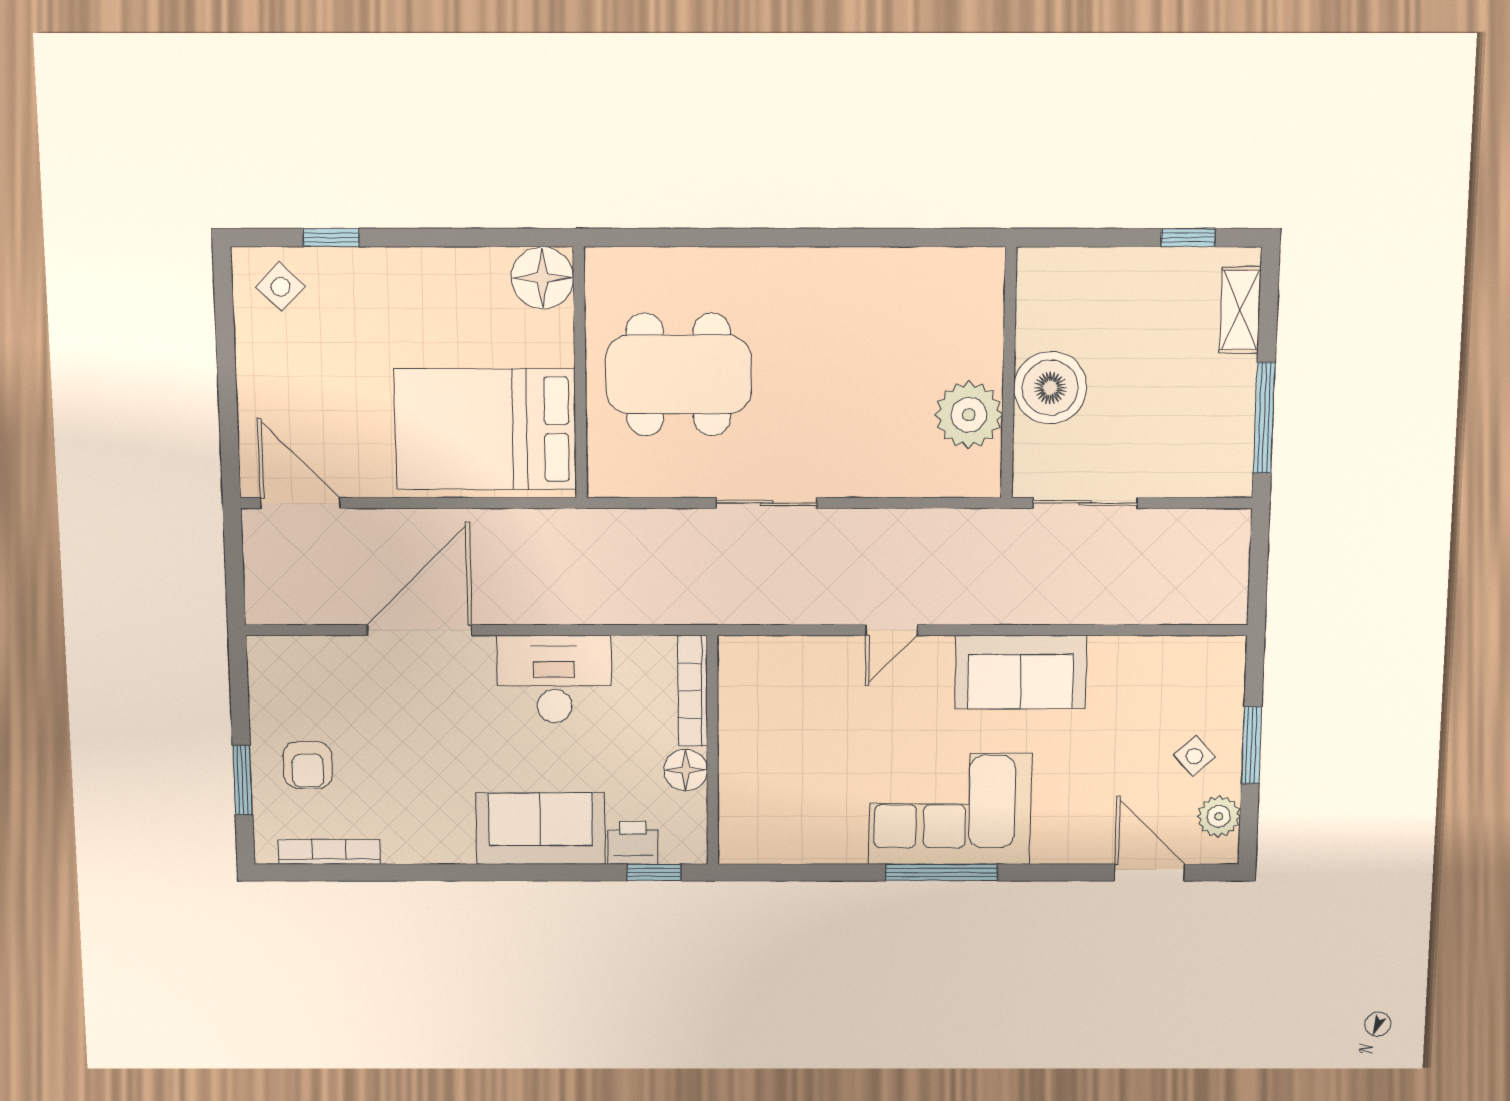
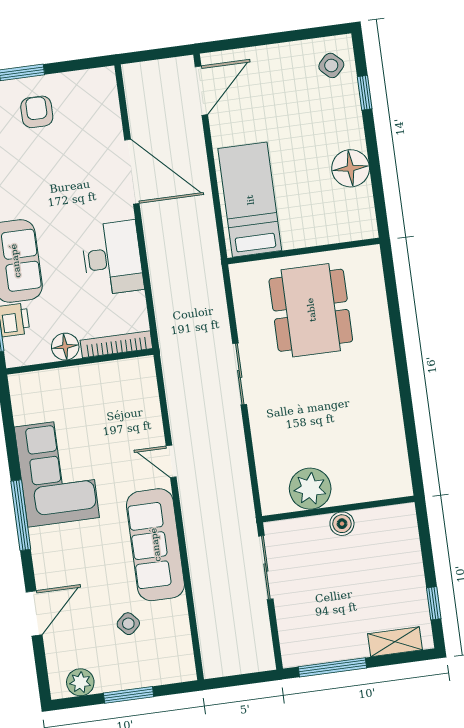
floor lamp: (542, 278) -> (351, 168), moved
boiler: (1050, 388) -> (342, 524), width x0.54, depth x0.54
bed: (485, 429) -> (250, 200), width x0.67
sofa: (1021, 672) -> (155, 545), width x1.36
side table: (1194, 756) -> (128, 624), moved
armchair: (308, 765) -> (37, 112), turned 90
corner sofa: (950, 809) -> (57, 472), moved
door: (1150, 872) -> (34, 613), moved

